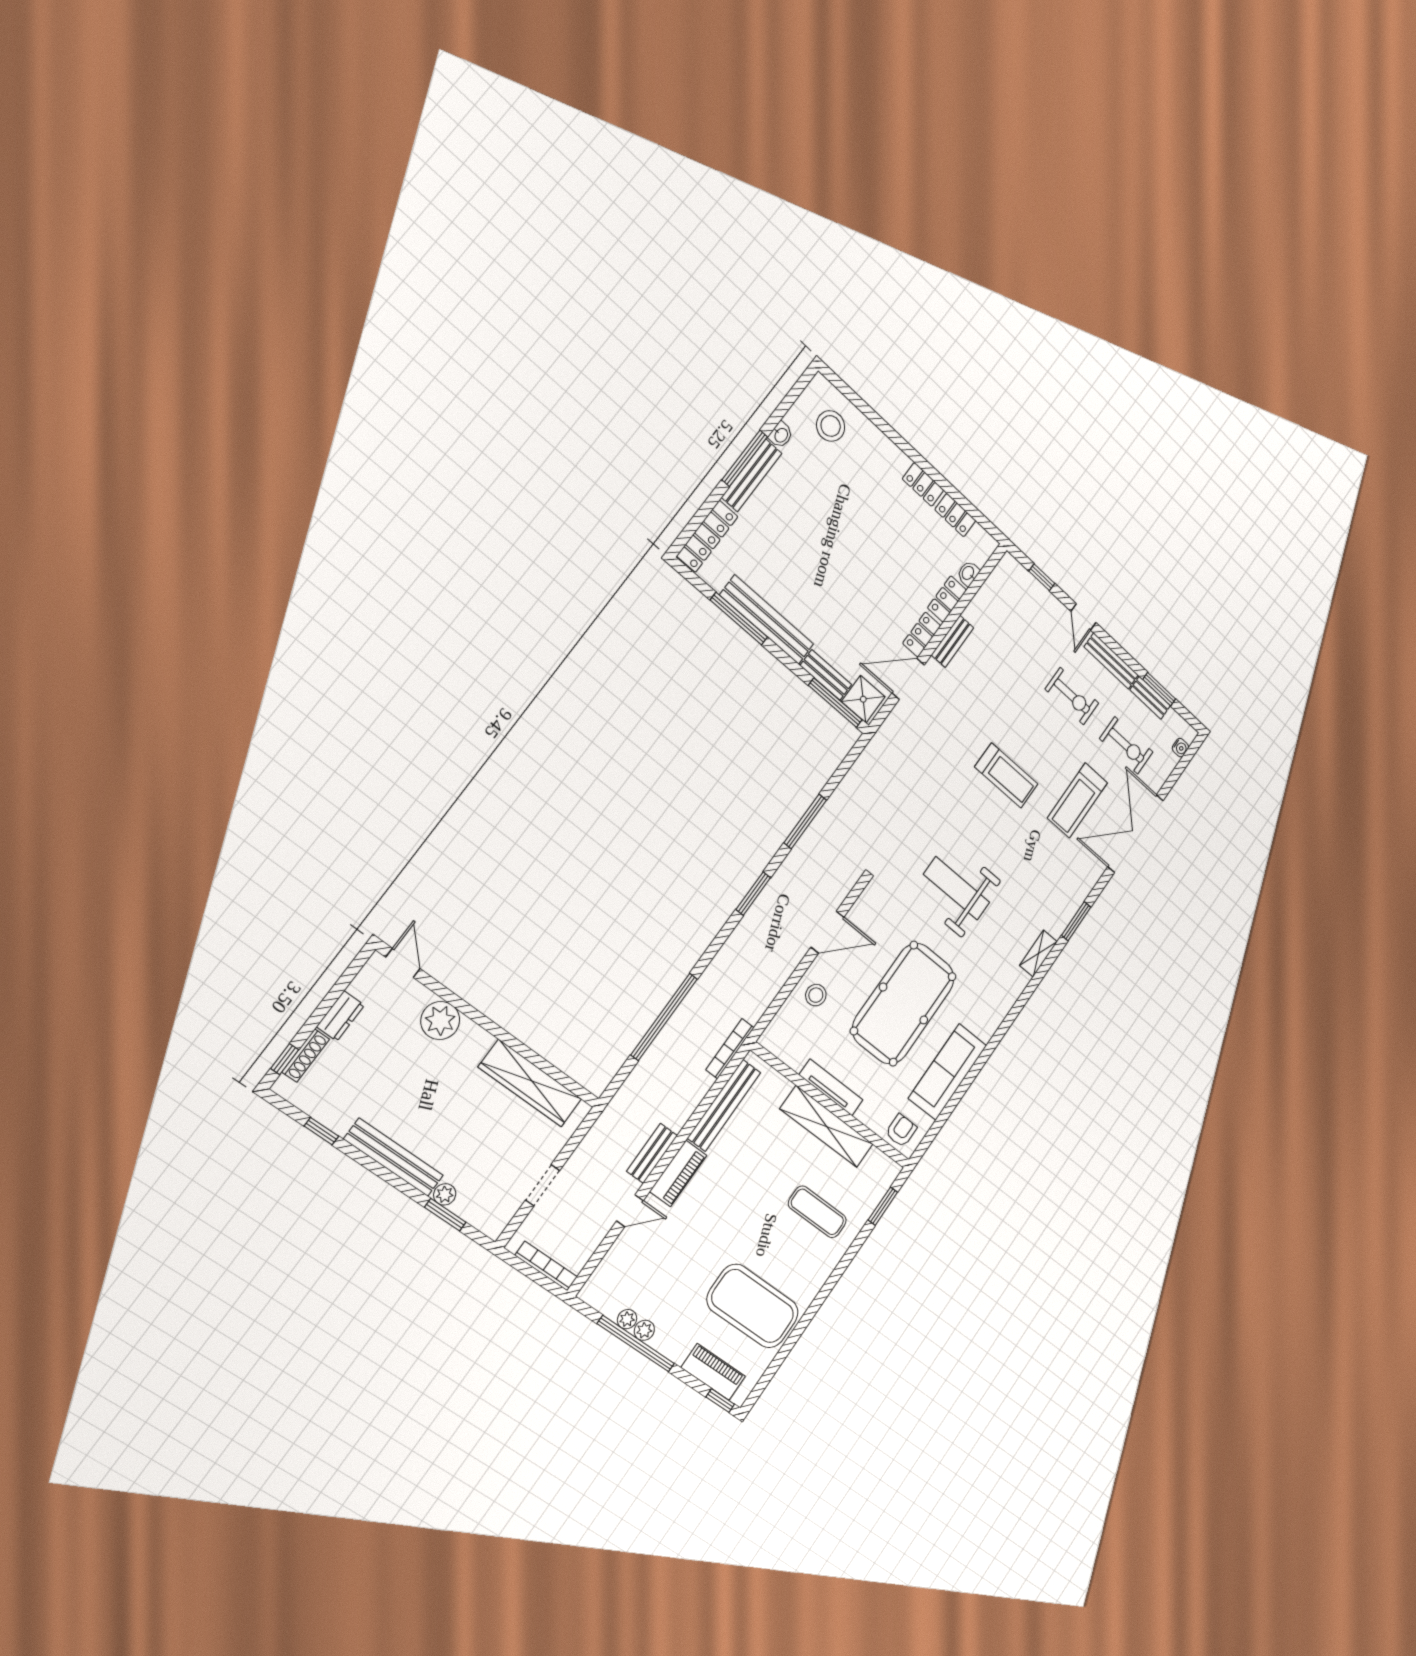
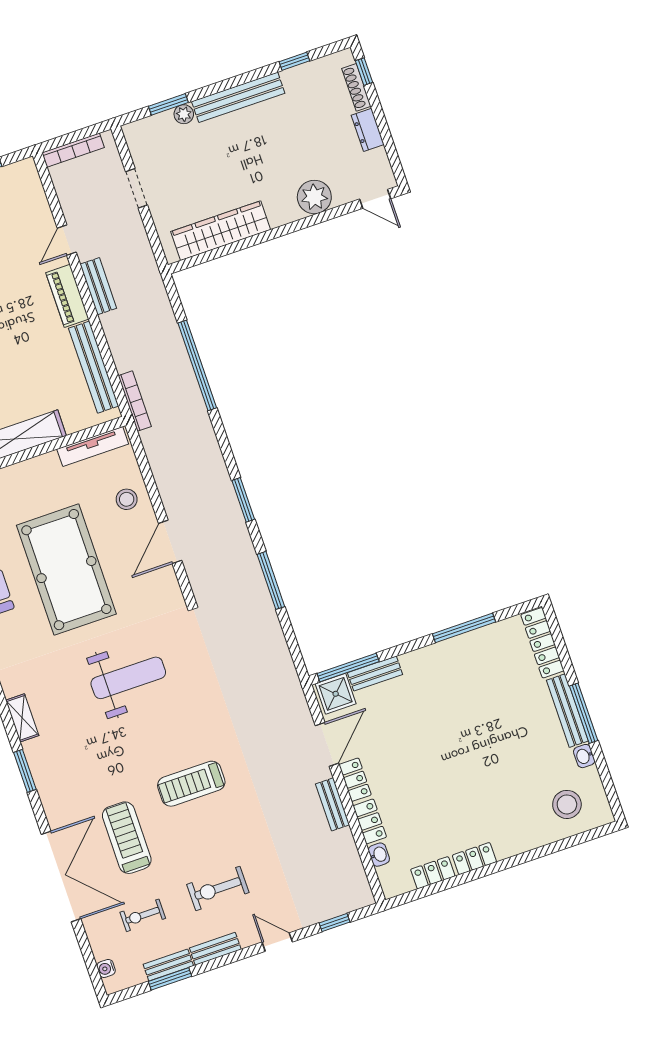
bench: (767, 620) -> (449, 651), removed
bench: (1111, 661) -> (215, 949), width x0.73
exercise bike: (1126, 745) -> (143, 915), width x0.73, depth x0.72
tv unit: (831, 1087) -> (93, 447), moved

